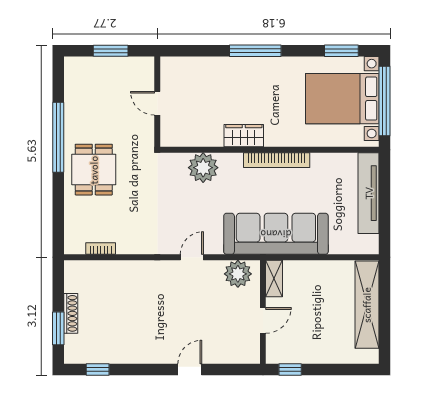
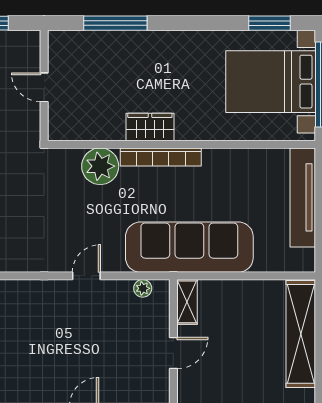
window: (255, 51) -> (115, 23), moved
bookcase: (277, 160) -> (161, 157), moved
plant: (238, 274) -> (143, 288), width x0.53, depth x0.53

